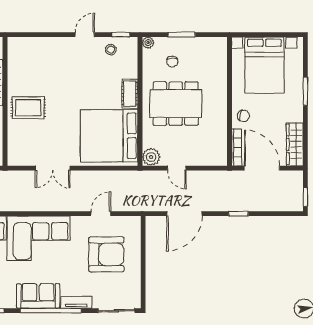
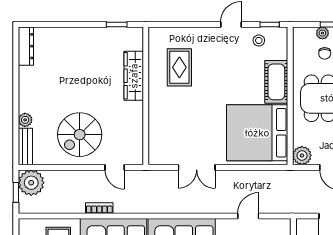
plant: (148, 43) -> (322, 33), moved
cot: (130, 94) -> (276, 82), width x1.37, depth x1.34
rug: (28, 108) -> (179, 67), moved, turned 90

